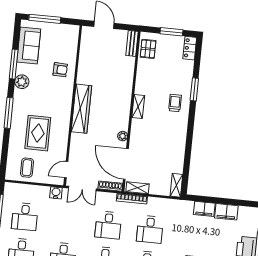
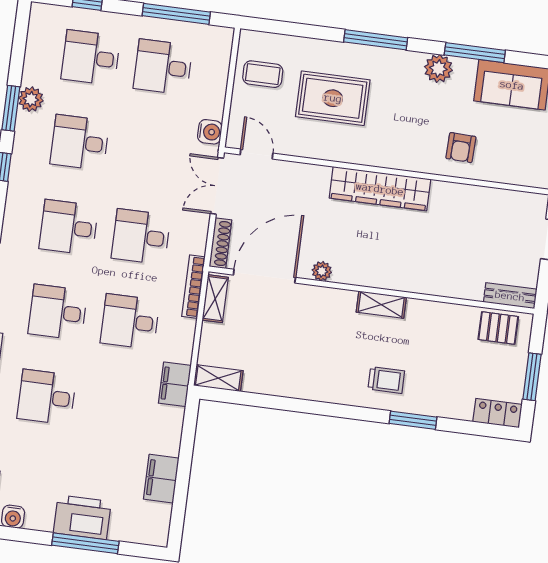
filing cabinet: (204, 209) -> (175, 384), moved

